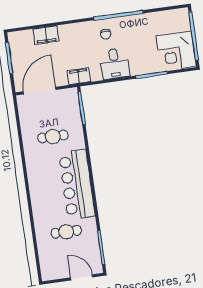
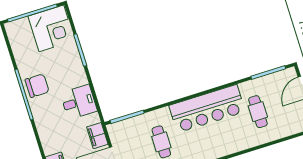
chair: (106, 34) -> (37, 86), moved, width x1.87, depth x1.87
desk: (115, 64) -> (79, 102), moved
filing cabinet: (79, 76) -> (97, 136), moved

